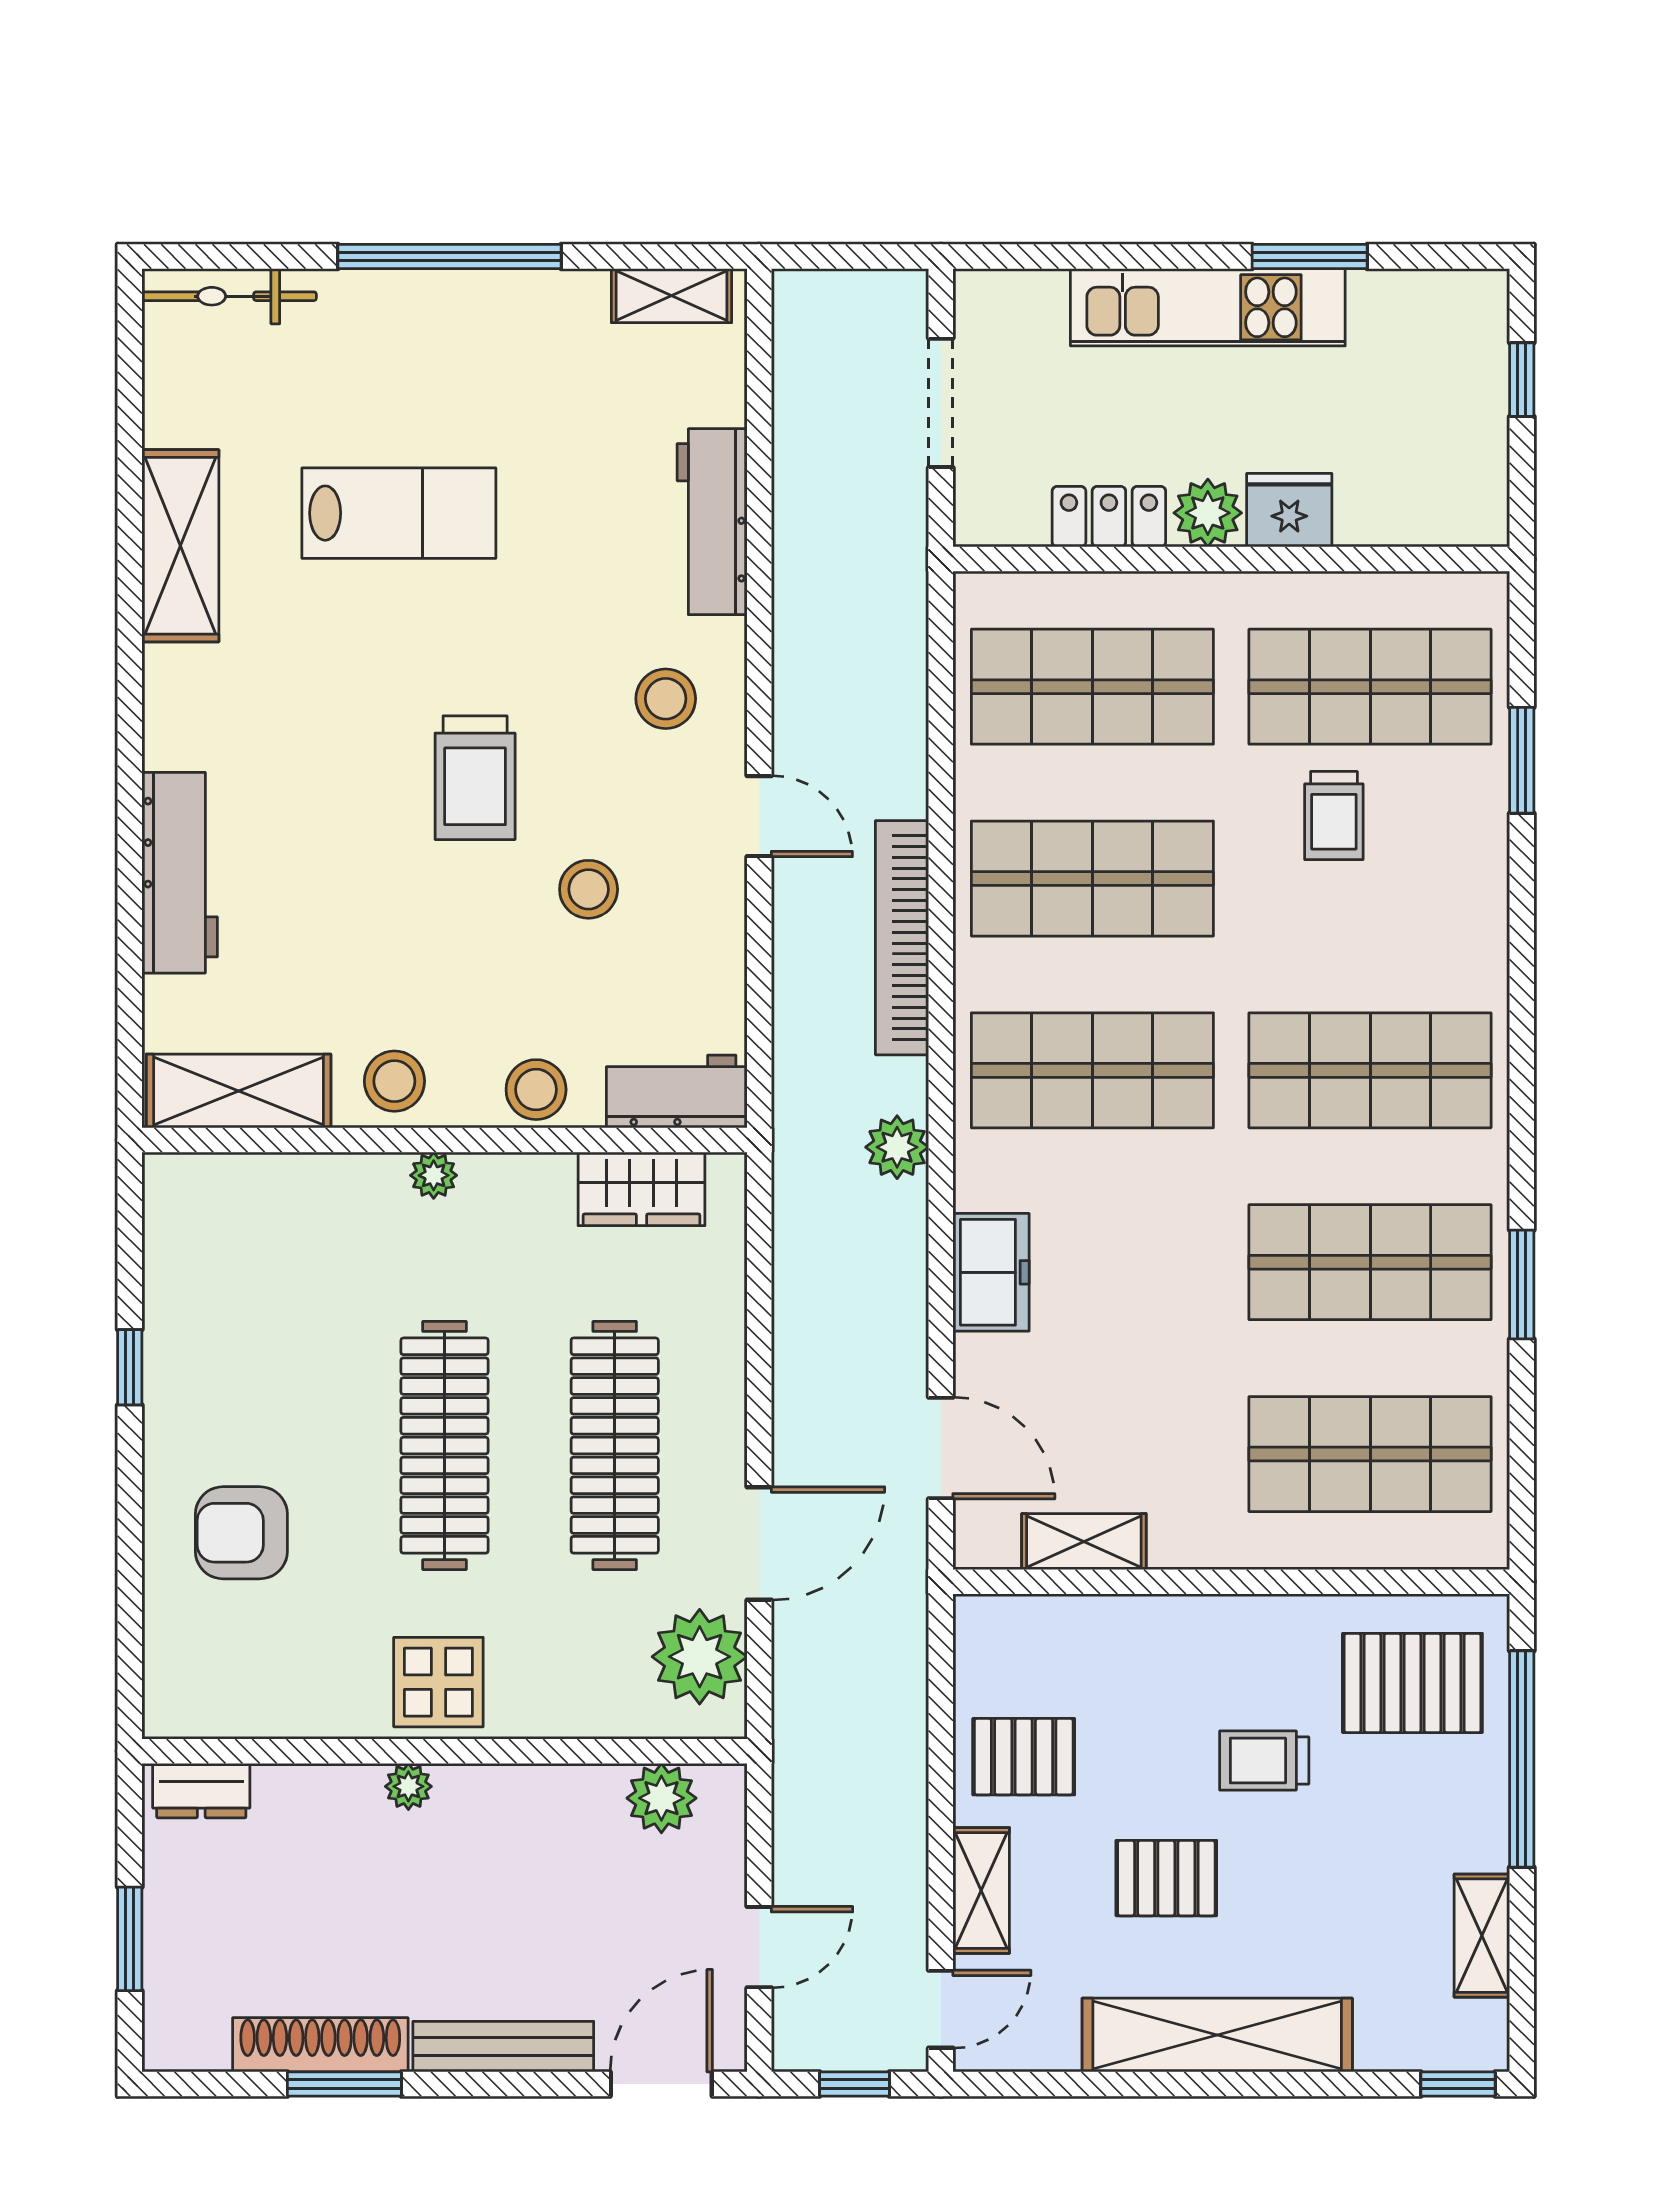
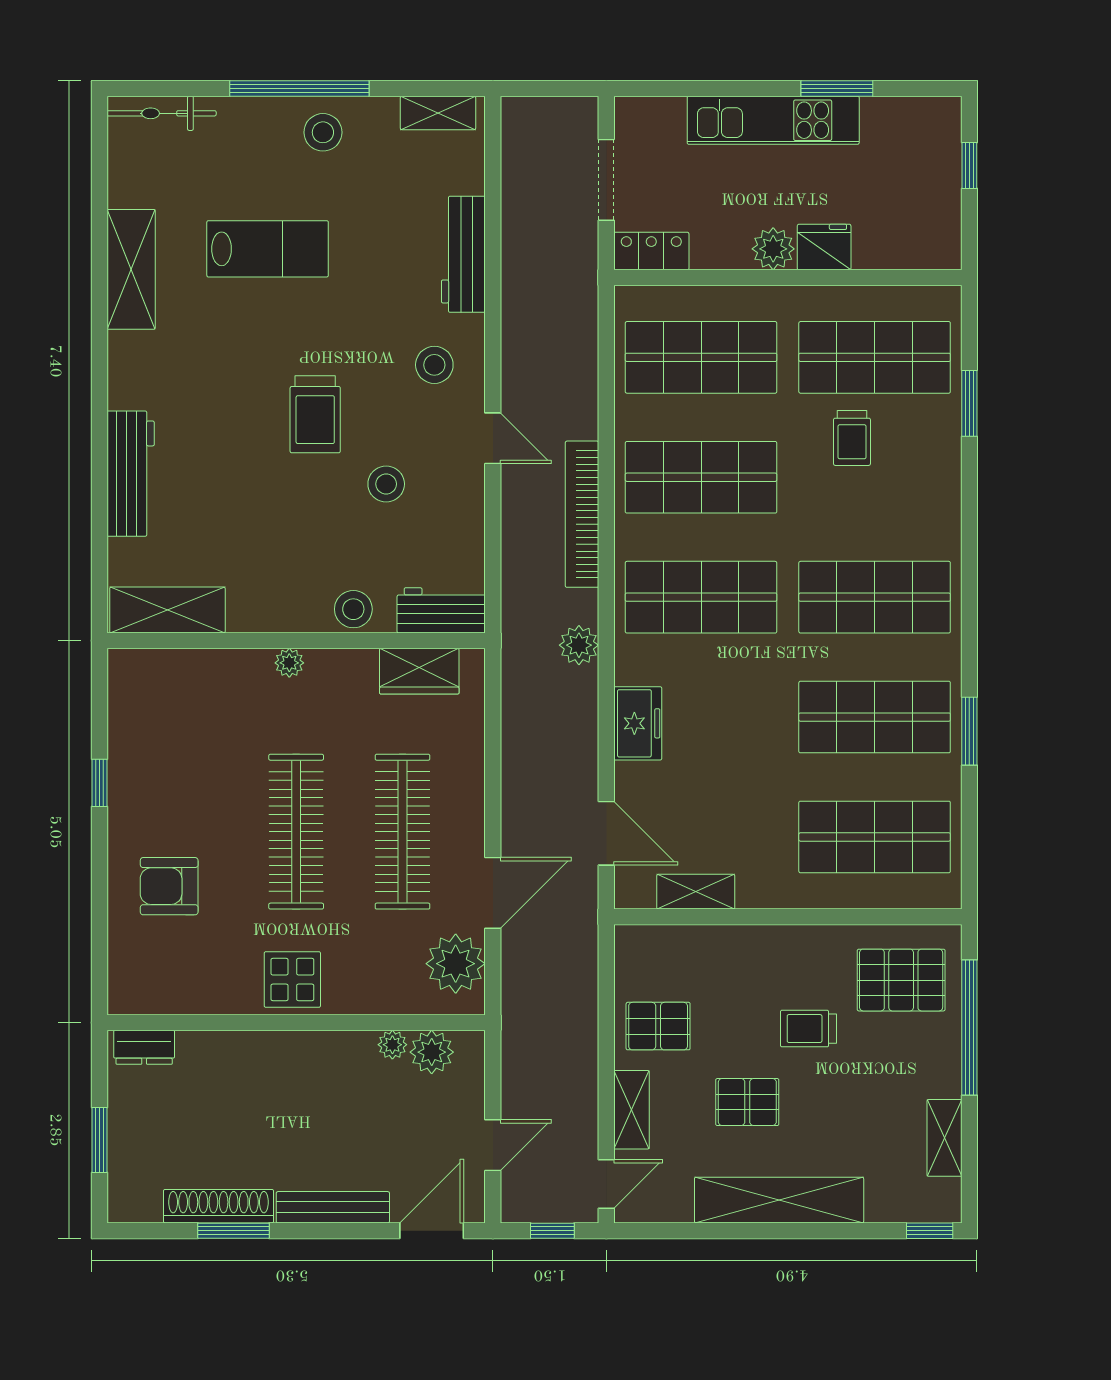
locker: (1109, 517) -> (651, 251), moved
stool: (394, 1081) -> (323, 132), moved
plant: (408, 1786) -> (392, 1045), moved

